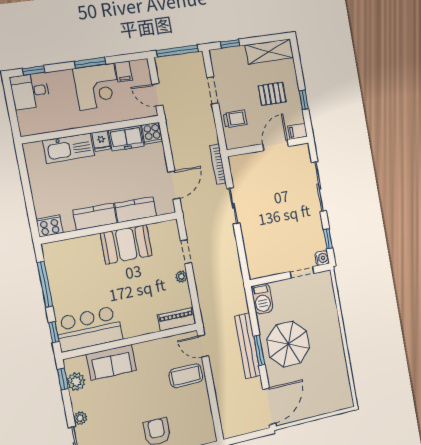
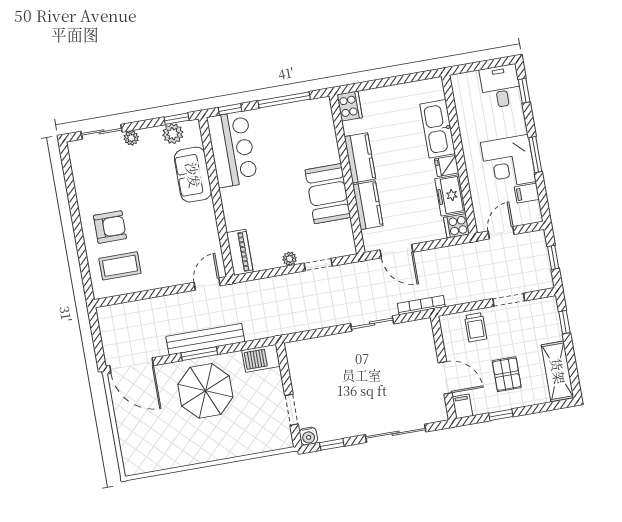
window: (177, 51) -> (553, 257), width x0.46
coffee table: (186, 376) -> (120, 266), moved, turned 90

